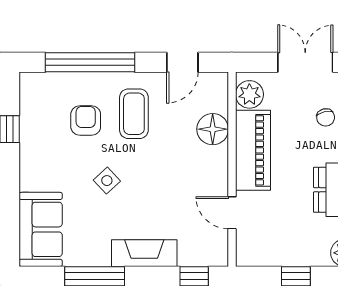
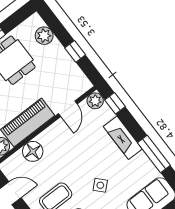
plant: (216, 254) -> (95, 101), added

